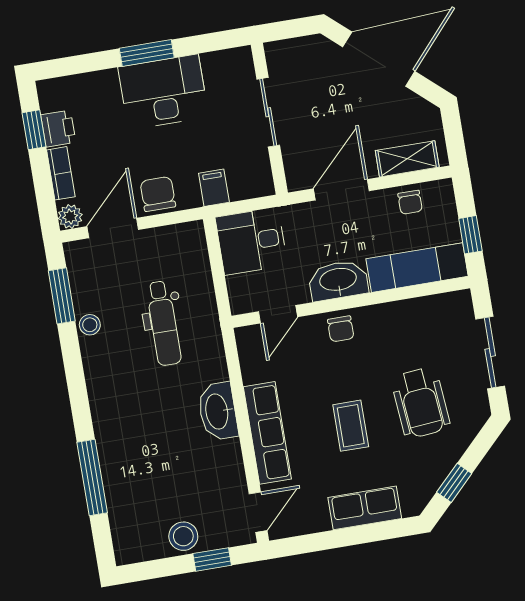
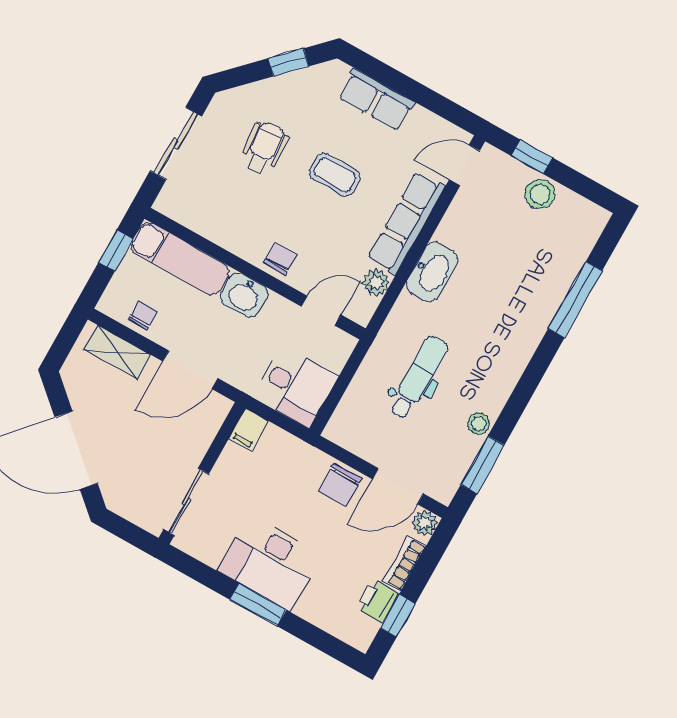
sliding door: (268, 112) -> (186, 502), moved
filing cabinet: (214, 188) -> (249, 430), moved
washbasin: (338, 280) -> (244, 295), width x0.72
plant: (254, 369) -> (376, 283), added
wheelchair: (421, 403) -> (264, 148), width x0.73, depth x0.73
coffee table: (351, 426) -> (335, 175), turned 90

